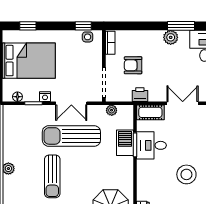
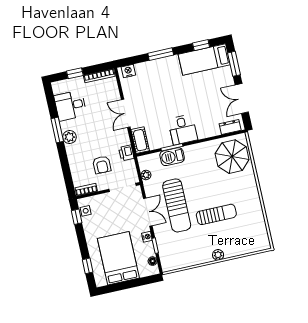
desk: (151, 145) -> (183, 130), moved
stool: (186, 174) -> (188, 96), removed

